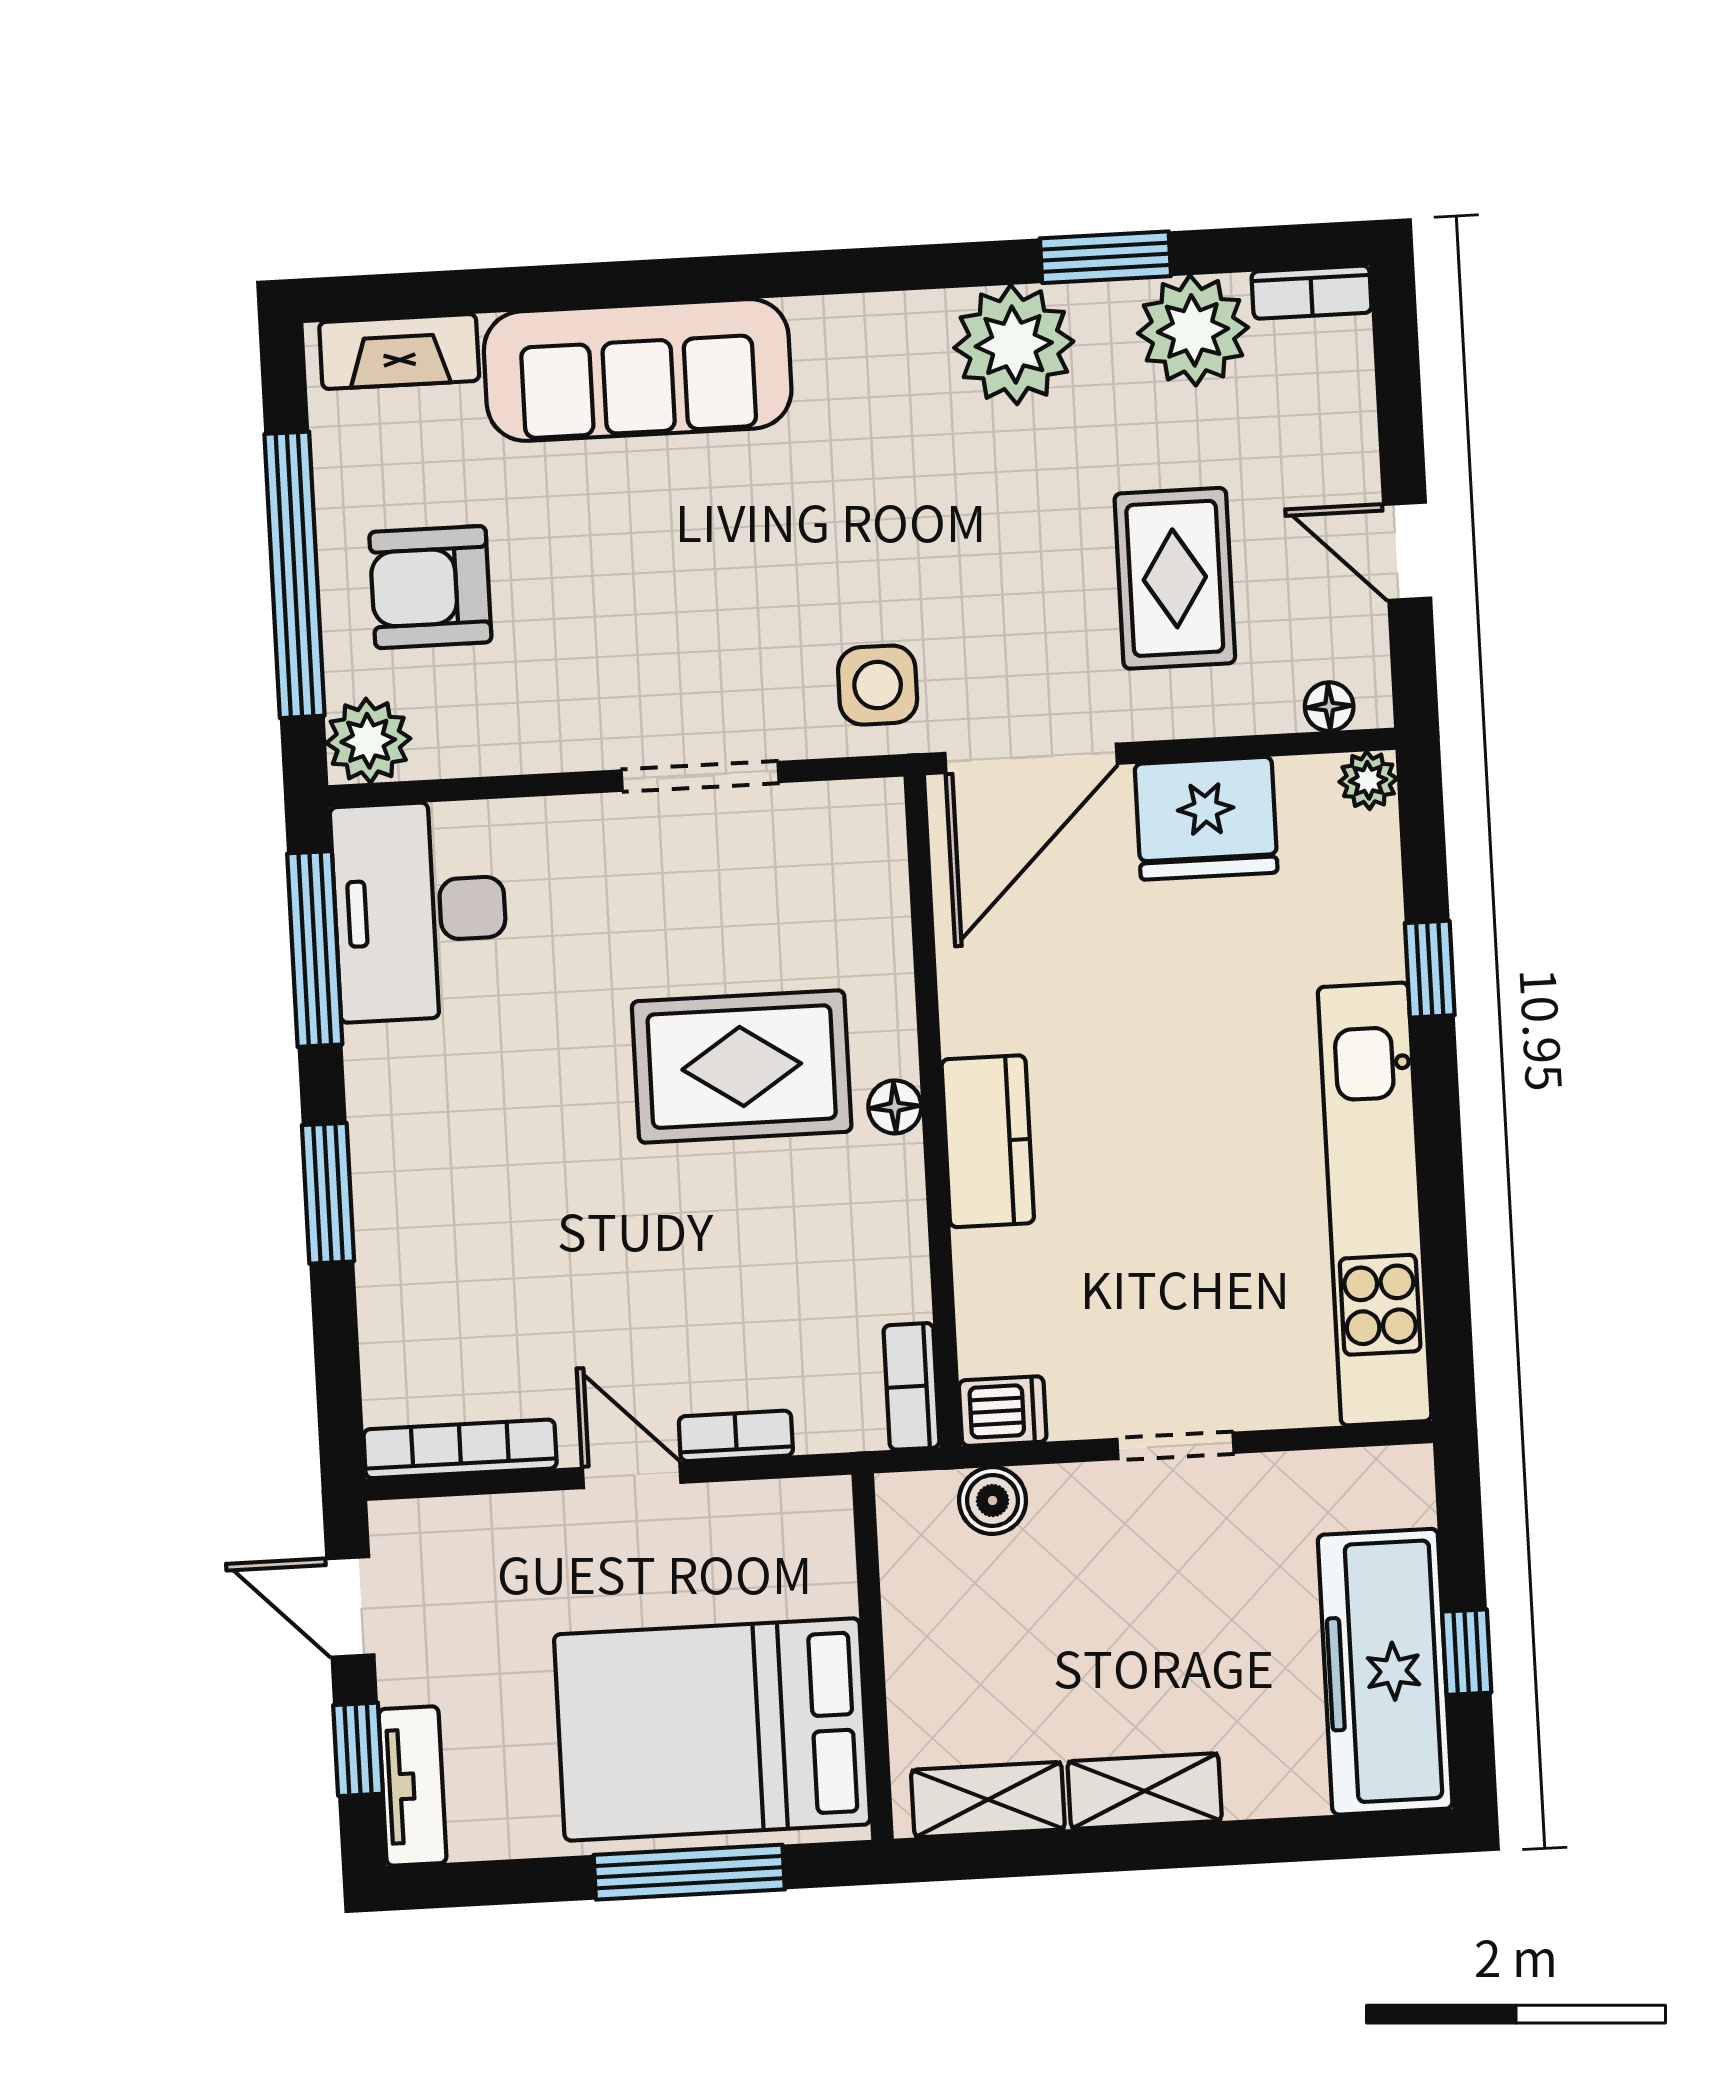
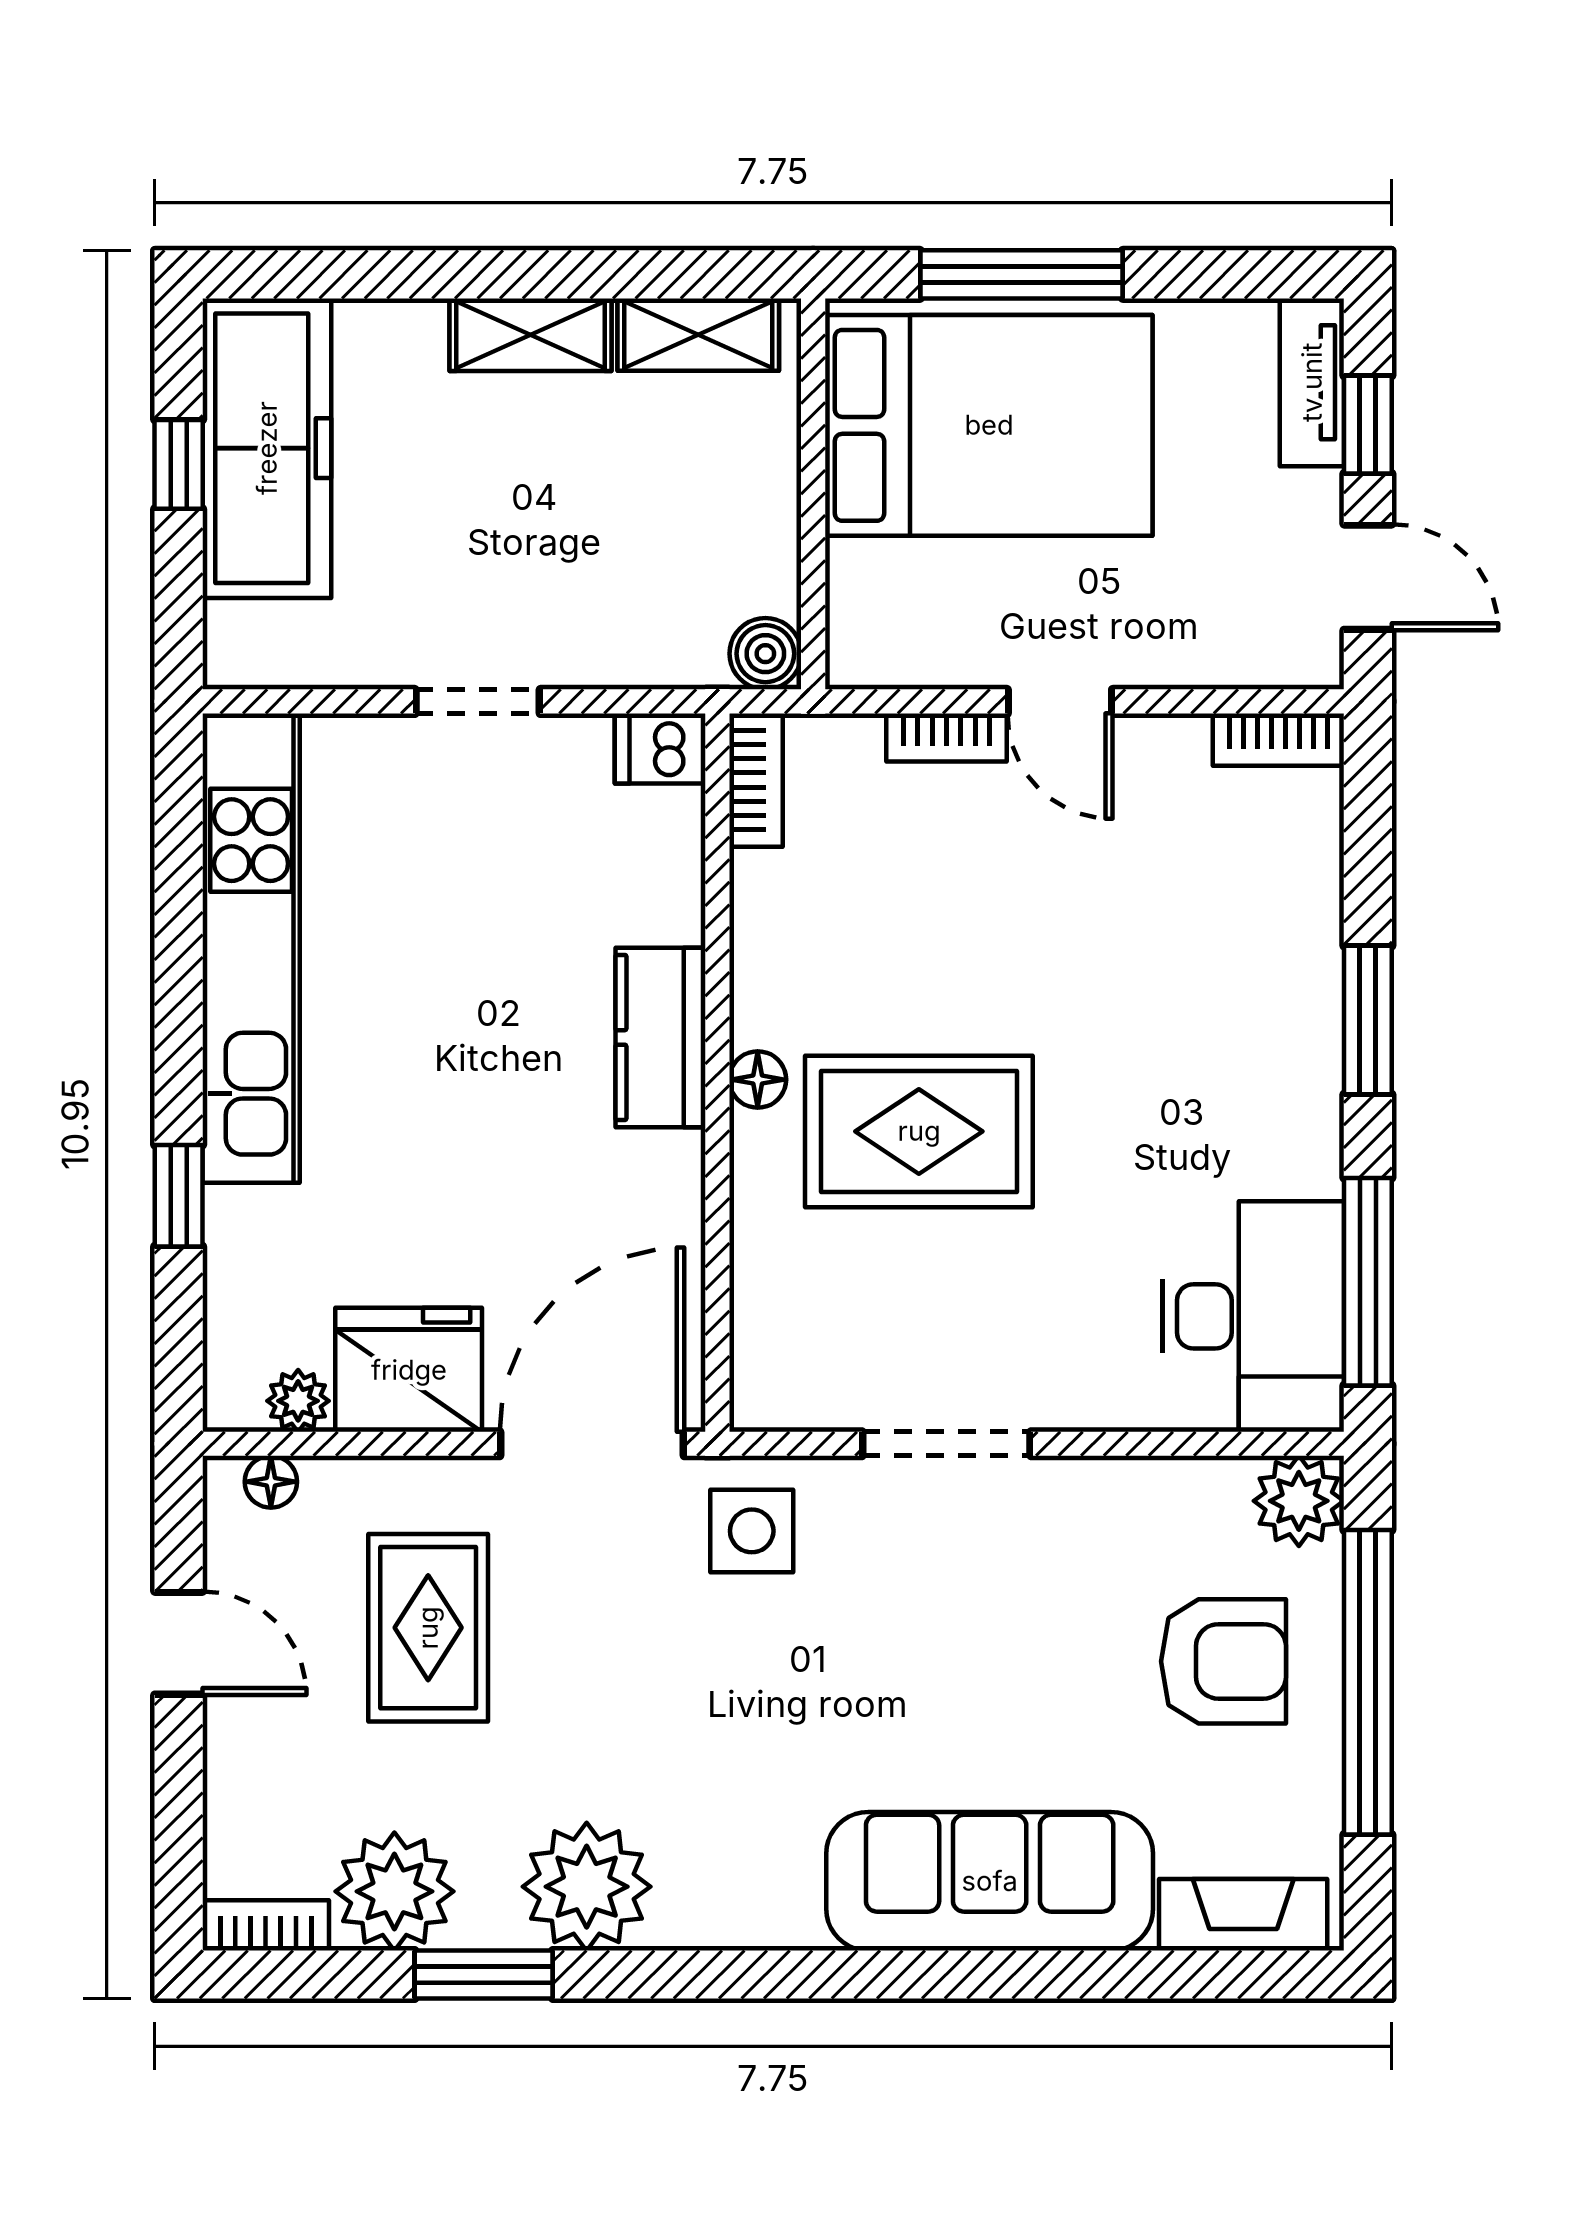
plant: (1368, 780) -> (298, 1401), moved
bookcase: (460, 1449) -> (1278, 740), width x0.64
boiler: (993, 1500) -> (765, 654), moved

